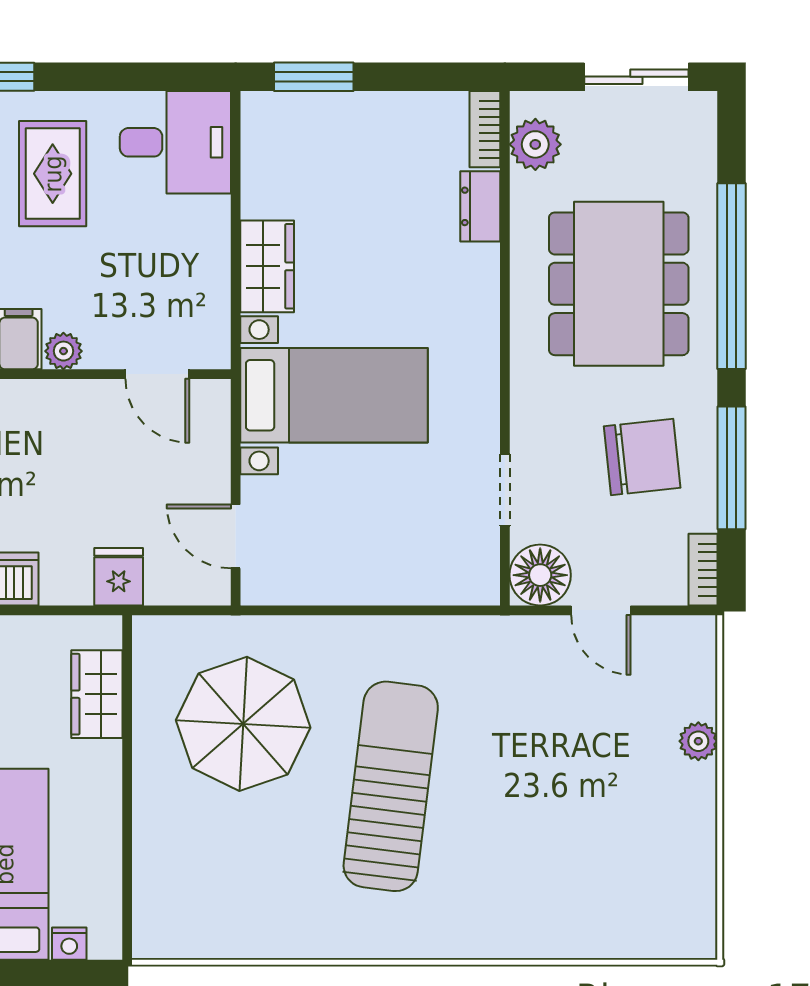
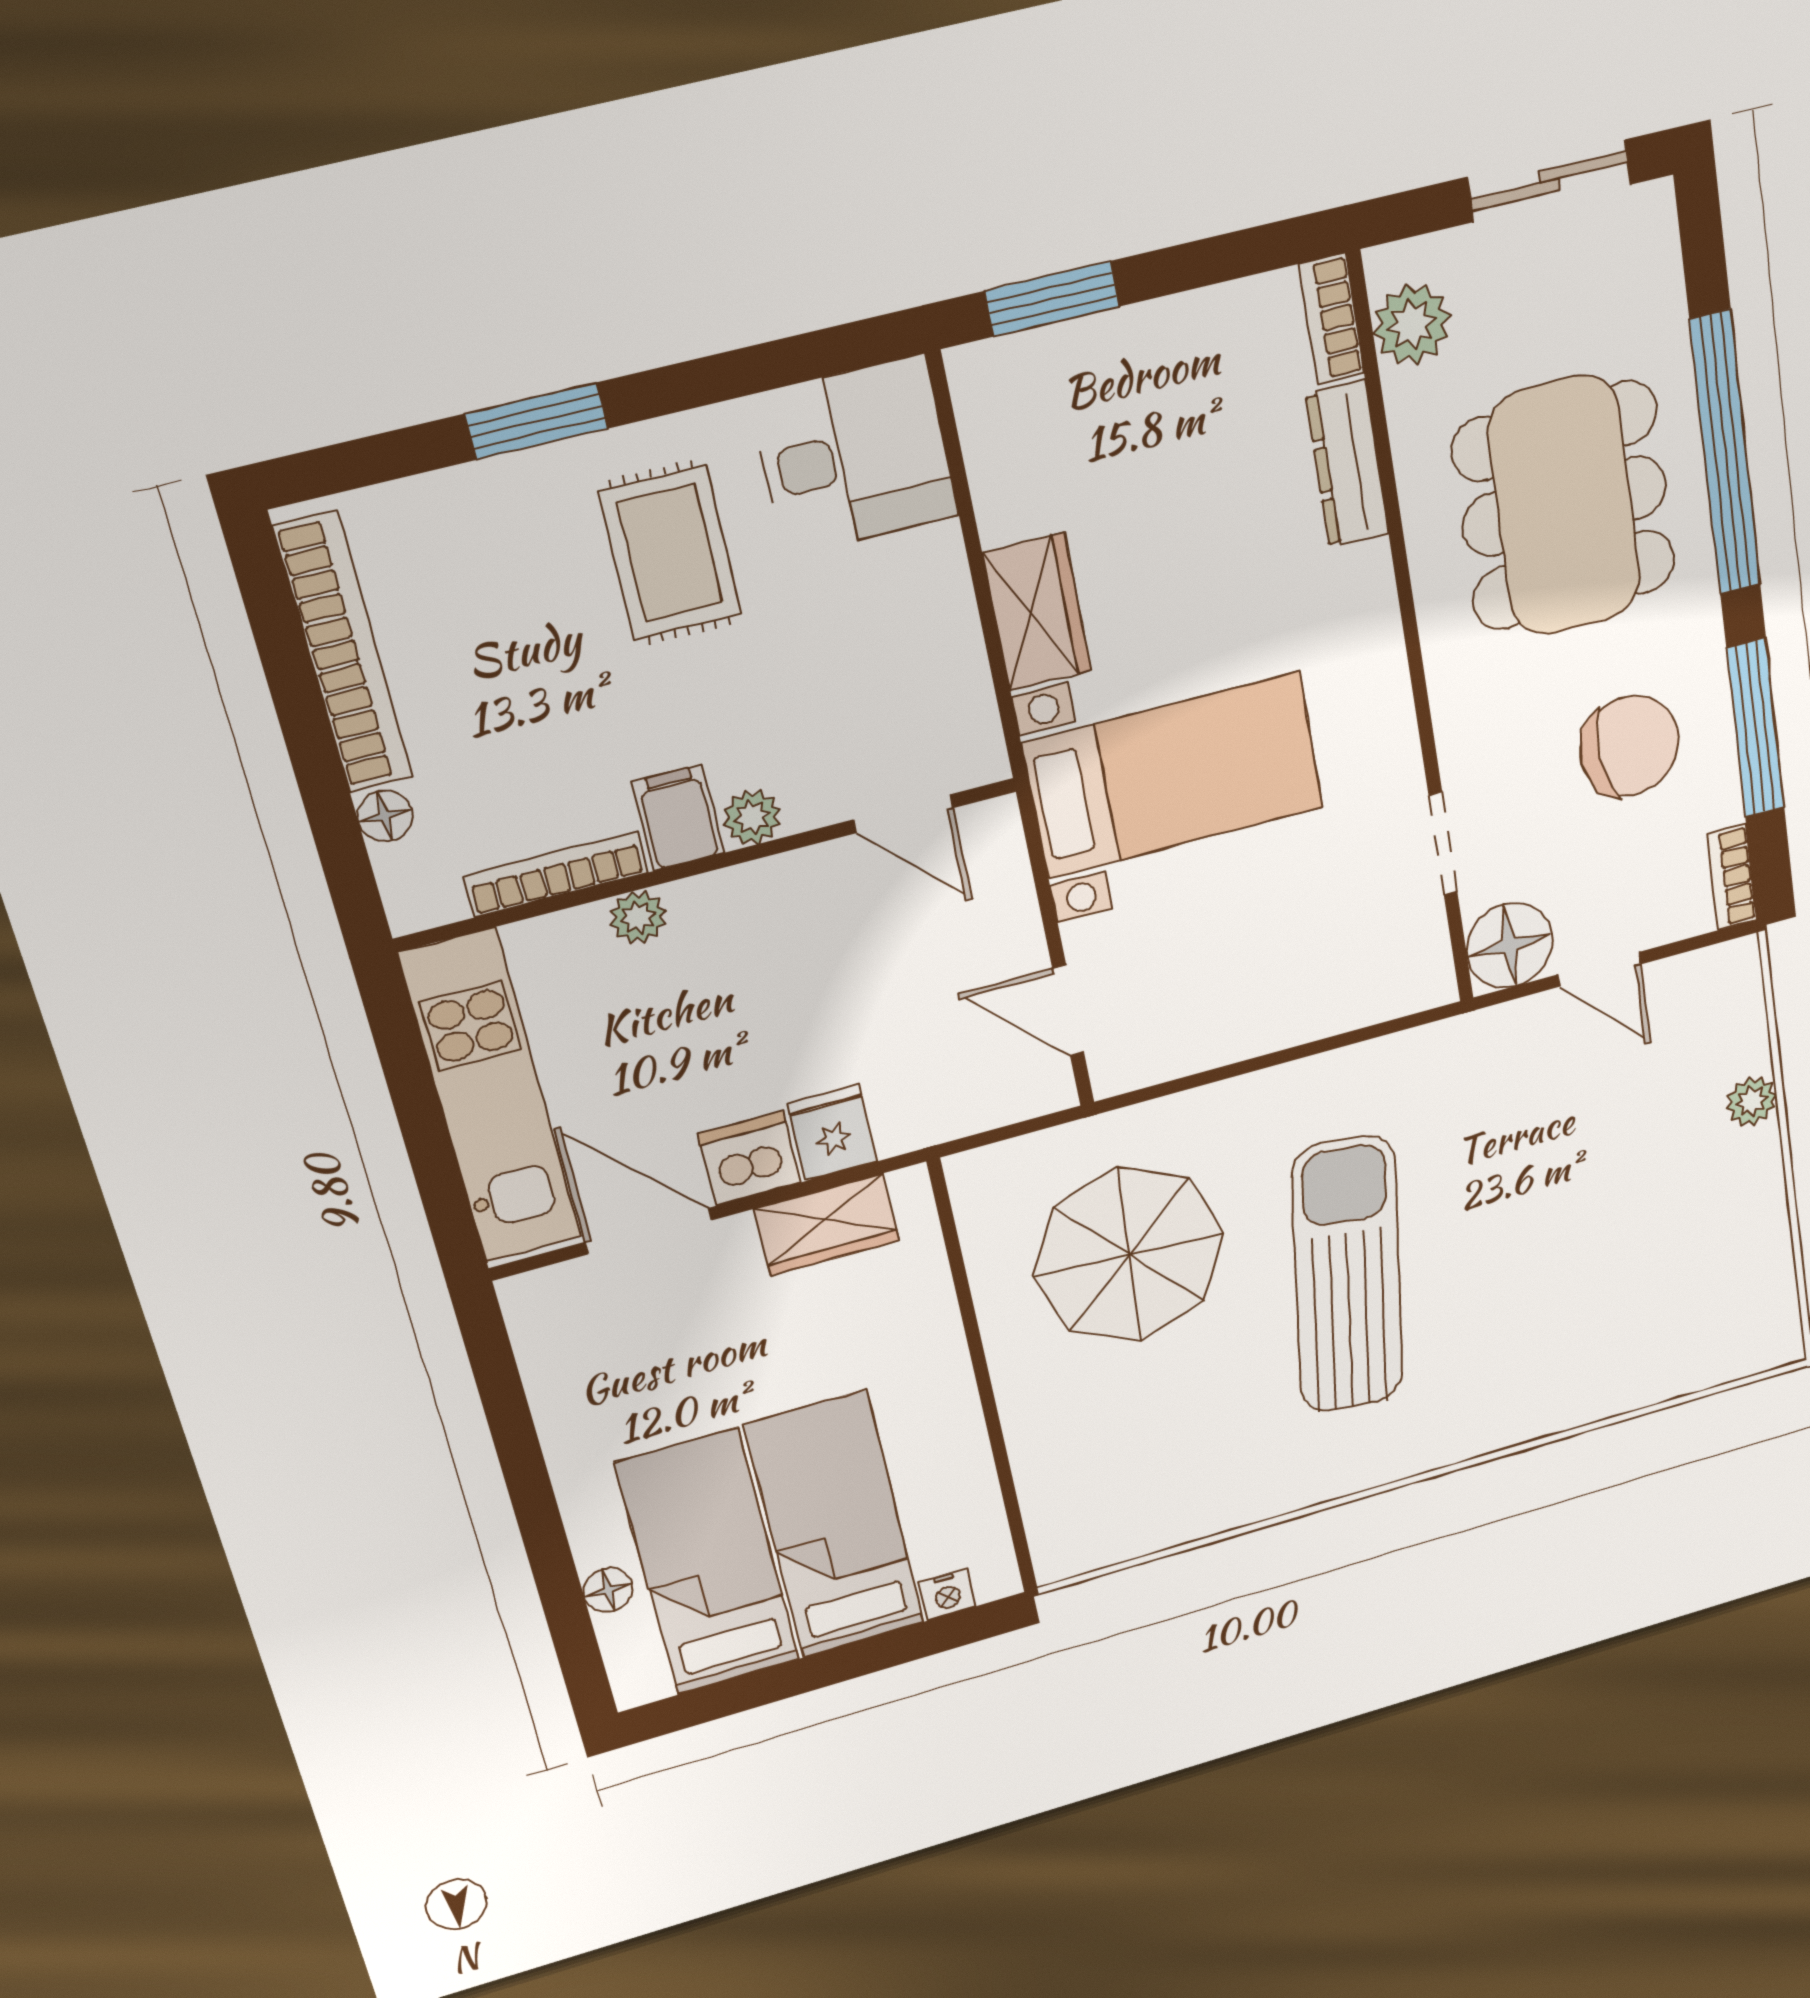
dresser: (480, 206) -> (1347, 464), width x1.44
fridge: (119, 577) -> (832, 1133), moved
wardrobe: (97, 694) -> (827, 1225), moved, turned -90

